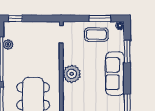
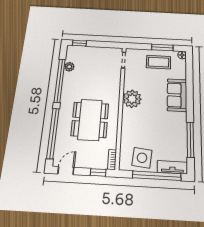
window: (127, 52) -> (189, 80), removed
sofa: (115, 74) -> (177, 95), width x0.73

